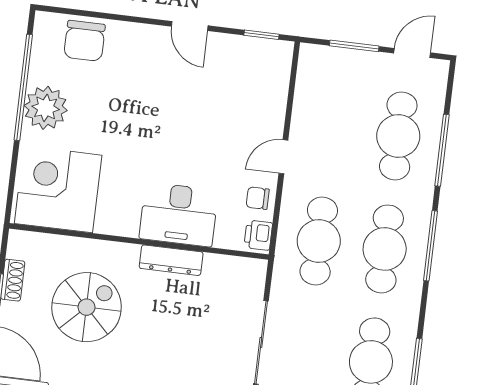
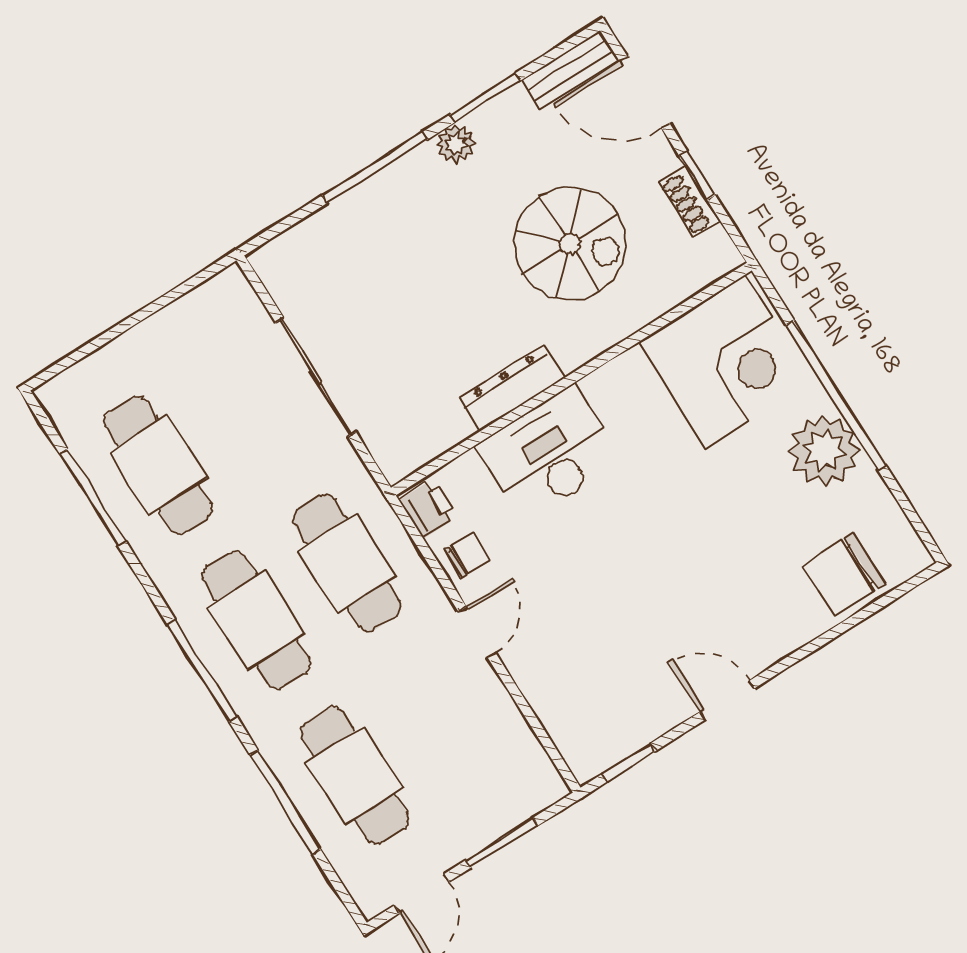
chair: (84, 41) -> (844, 574), turned -90
window: (23, 87) -> (836, 395), moved
spiral stairs: (87, 307) -> (570, 243), turned -90

